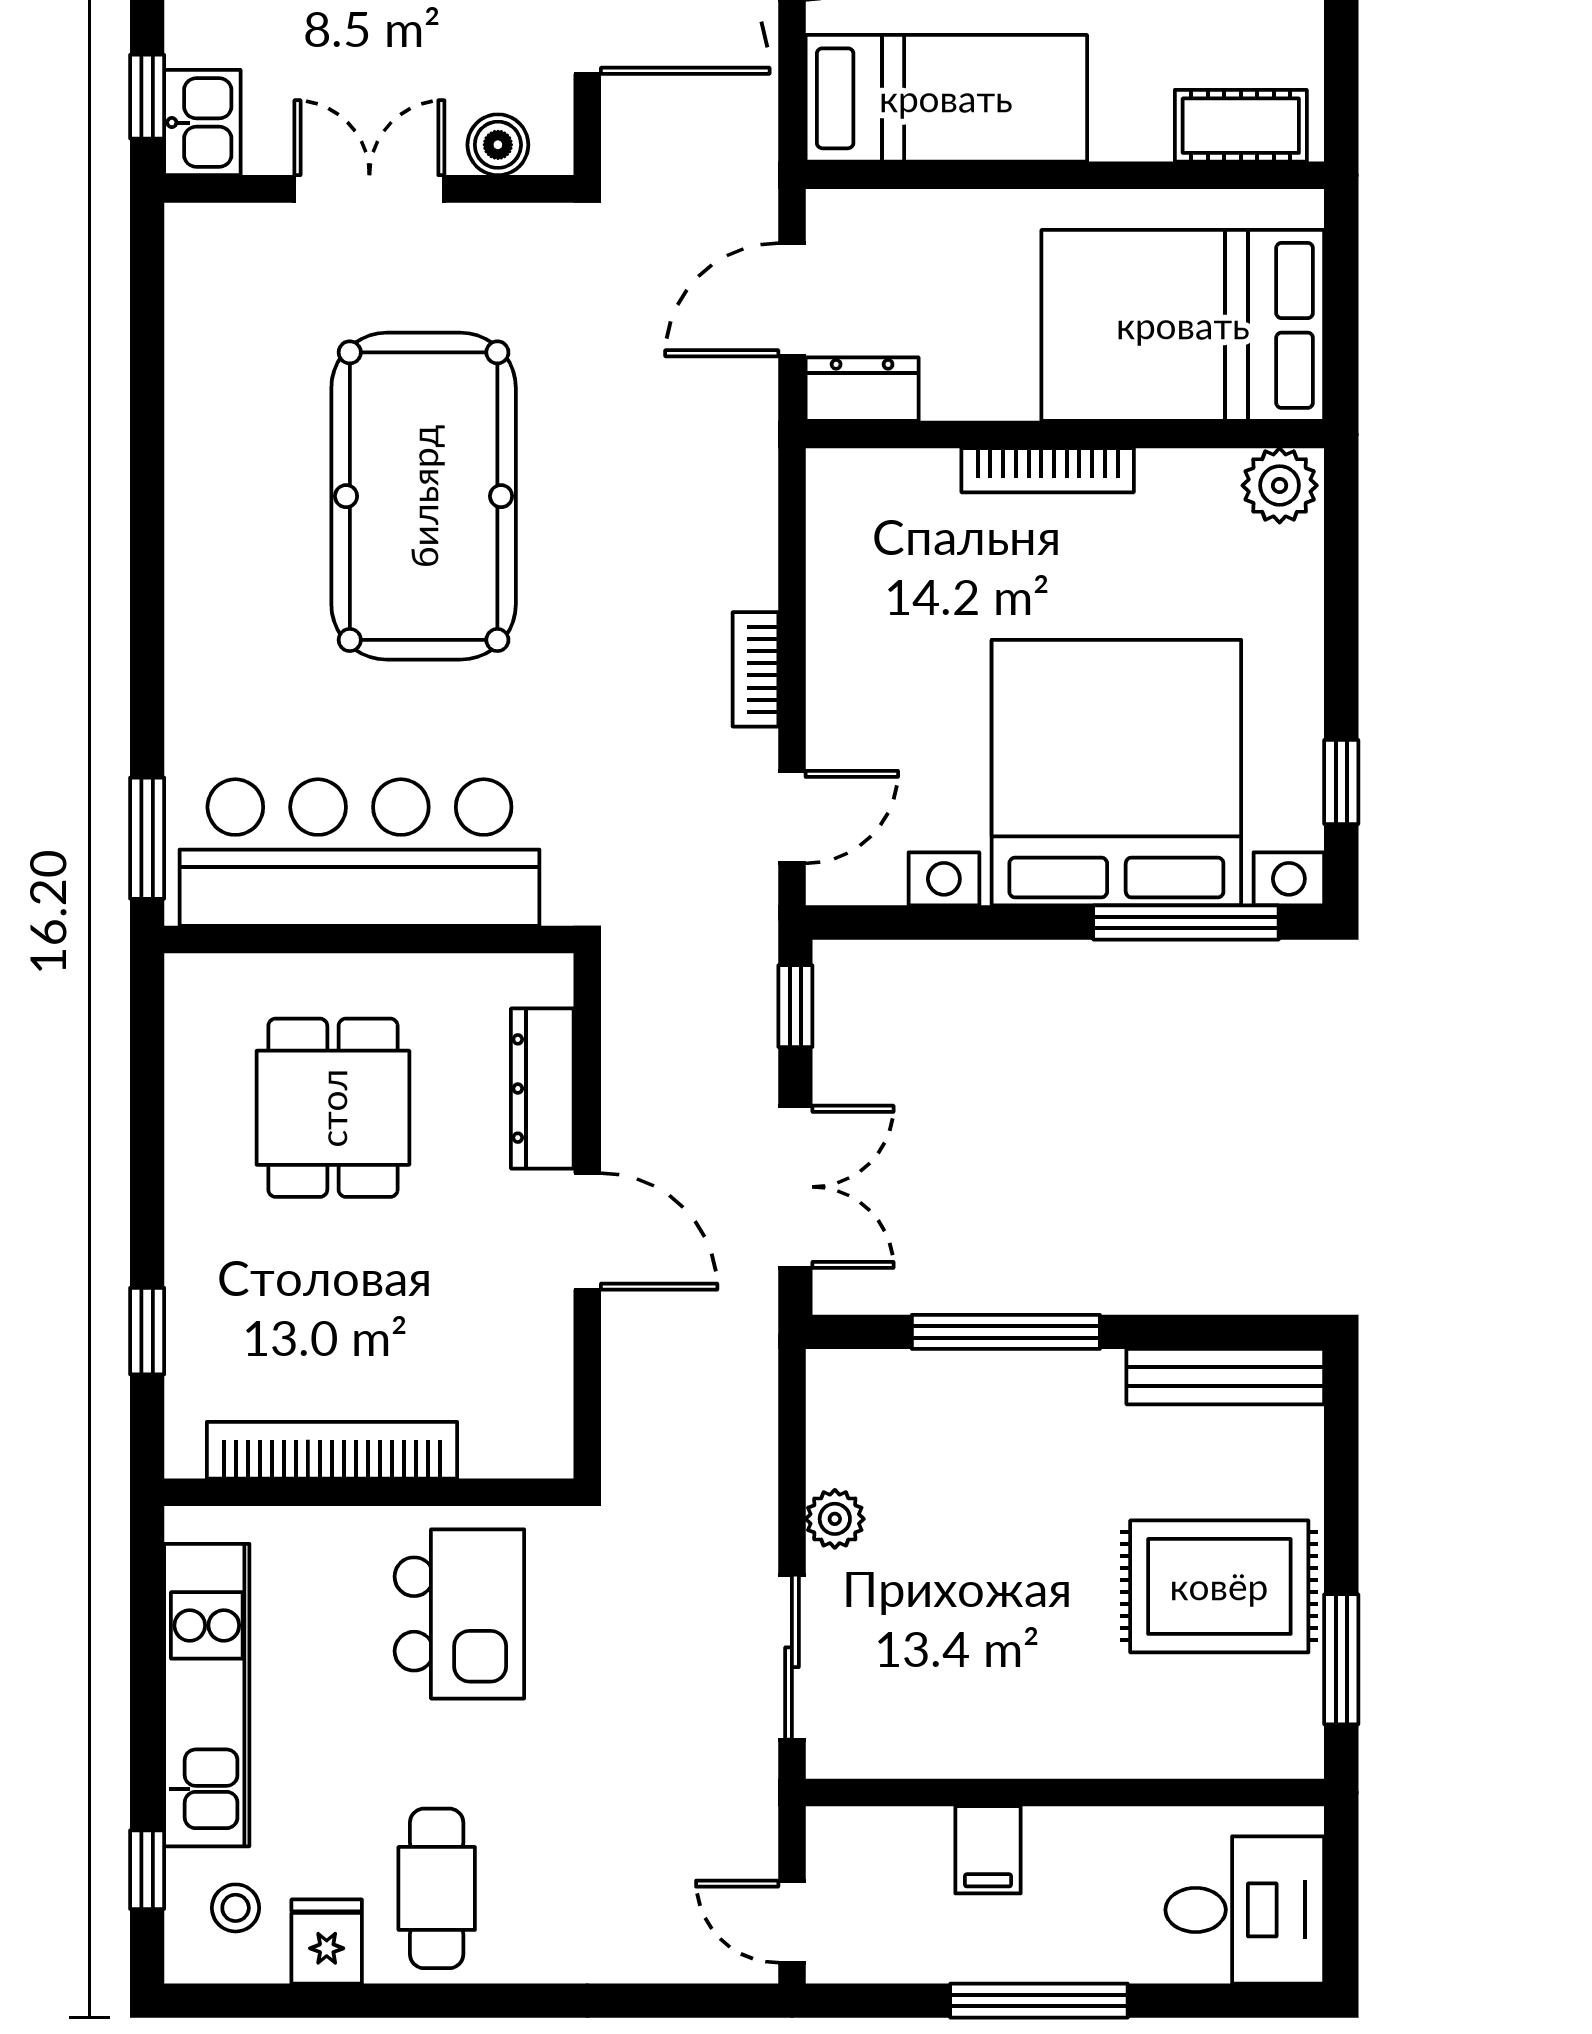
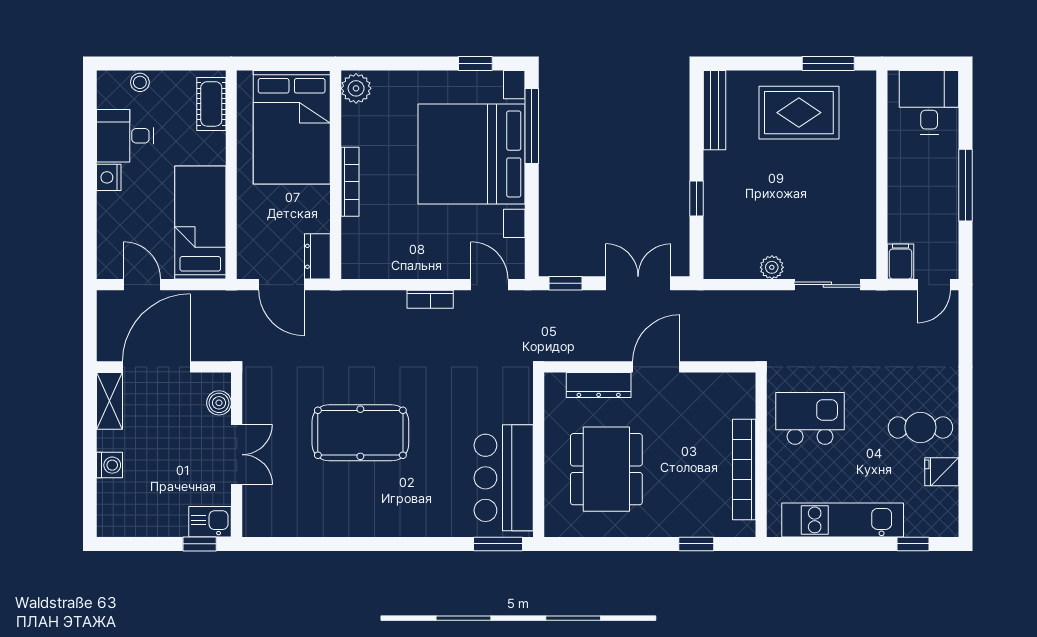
double door: (369, 189) -> (237, 455), swing flipped
pool table: (424, 496) -> (360, 433), width x0.73, depth x0.76
bar counter: (359, 853) -> (504, 478), width x0.73
dining table: (333, 1108) -> (606, 469), width x1.38
window: (1006, 1332) -> (697, 199), width x0.46
rug: (1219, 1586) -> (799, 113), turned 90
filing cabinet: (988, 1850) -> (901, 262), moved, turned -90
stool: (236, 1908) -> (928, 508), removed

